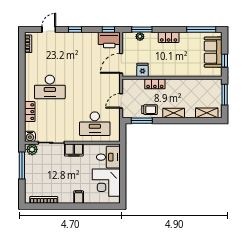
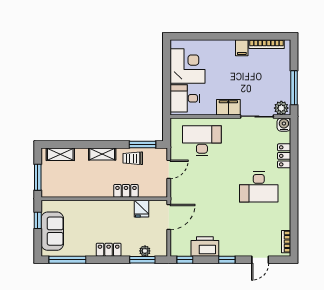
printer: (109, 40) -> (205, 246), moved
desk: (50, 87) -> (259, 187), turned 180
filing cabinet: (79, 197) -> (242, 48), moved

